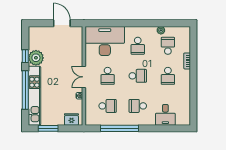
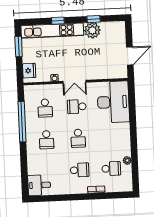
school desk: (138, 46) -> (110, 137), removed
school desk: (168, 76) -> (80, 170), turned 180
double door: (84, 77) -> (74, 82), swing flipped
window: (25, 90) -> (58, 21), width x0.32
school desk: (138, 106) -> (47, 140), turned 180
desk: (165, 115) -> (39, 185), moved

